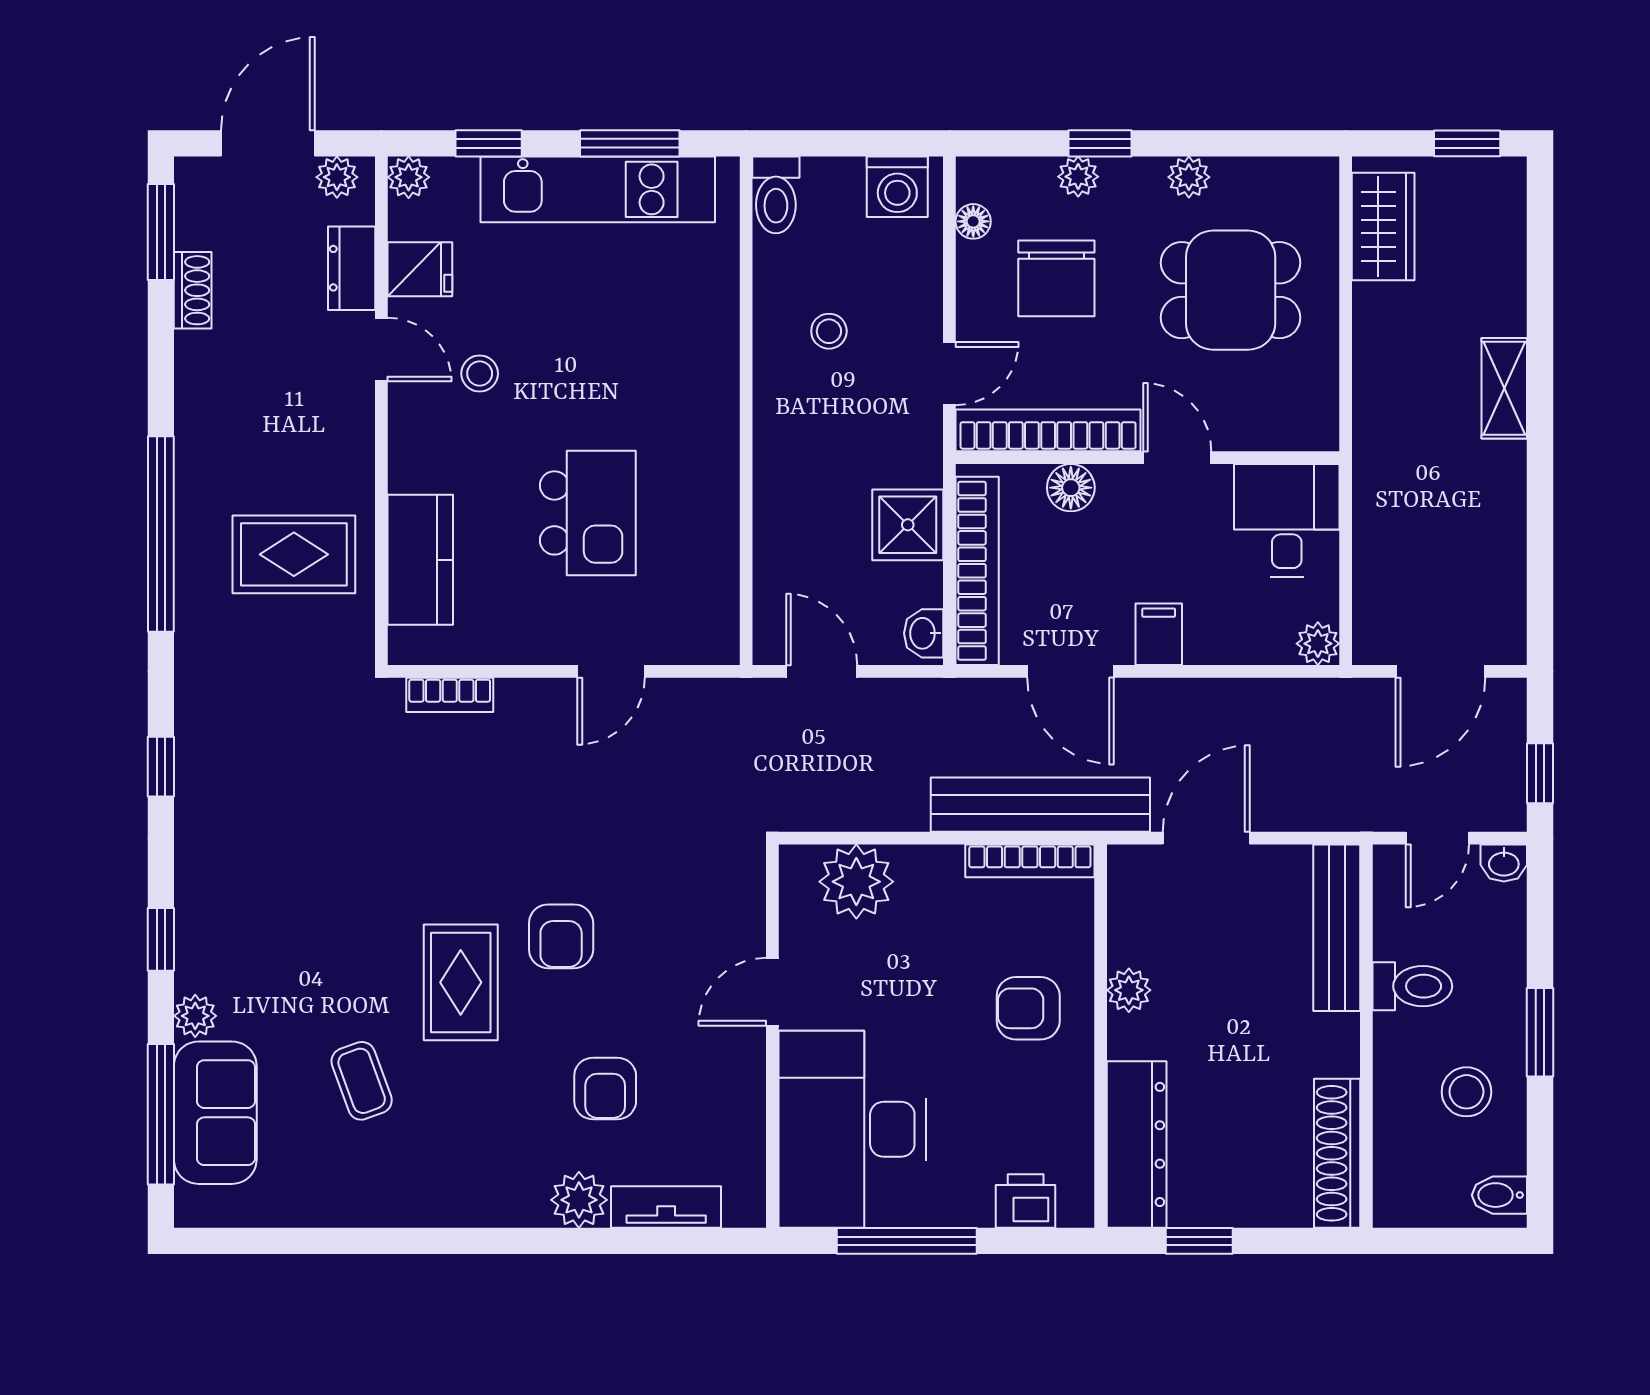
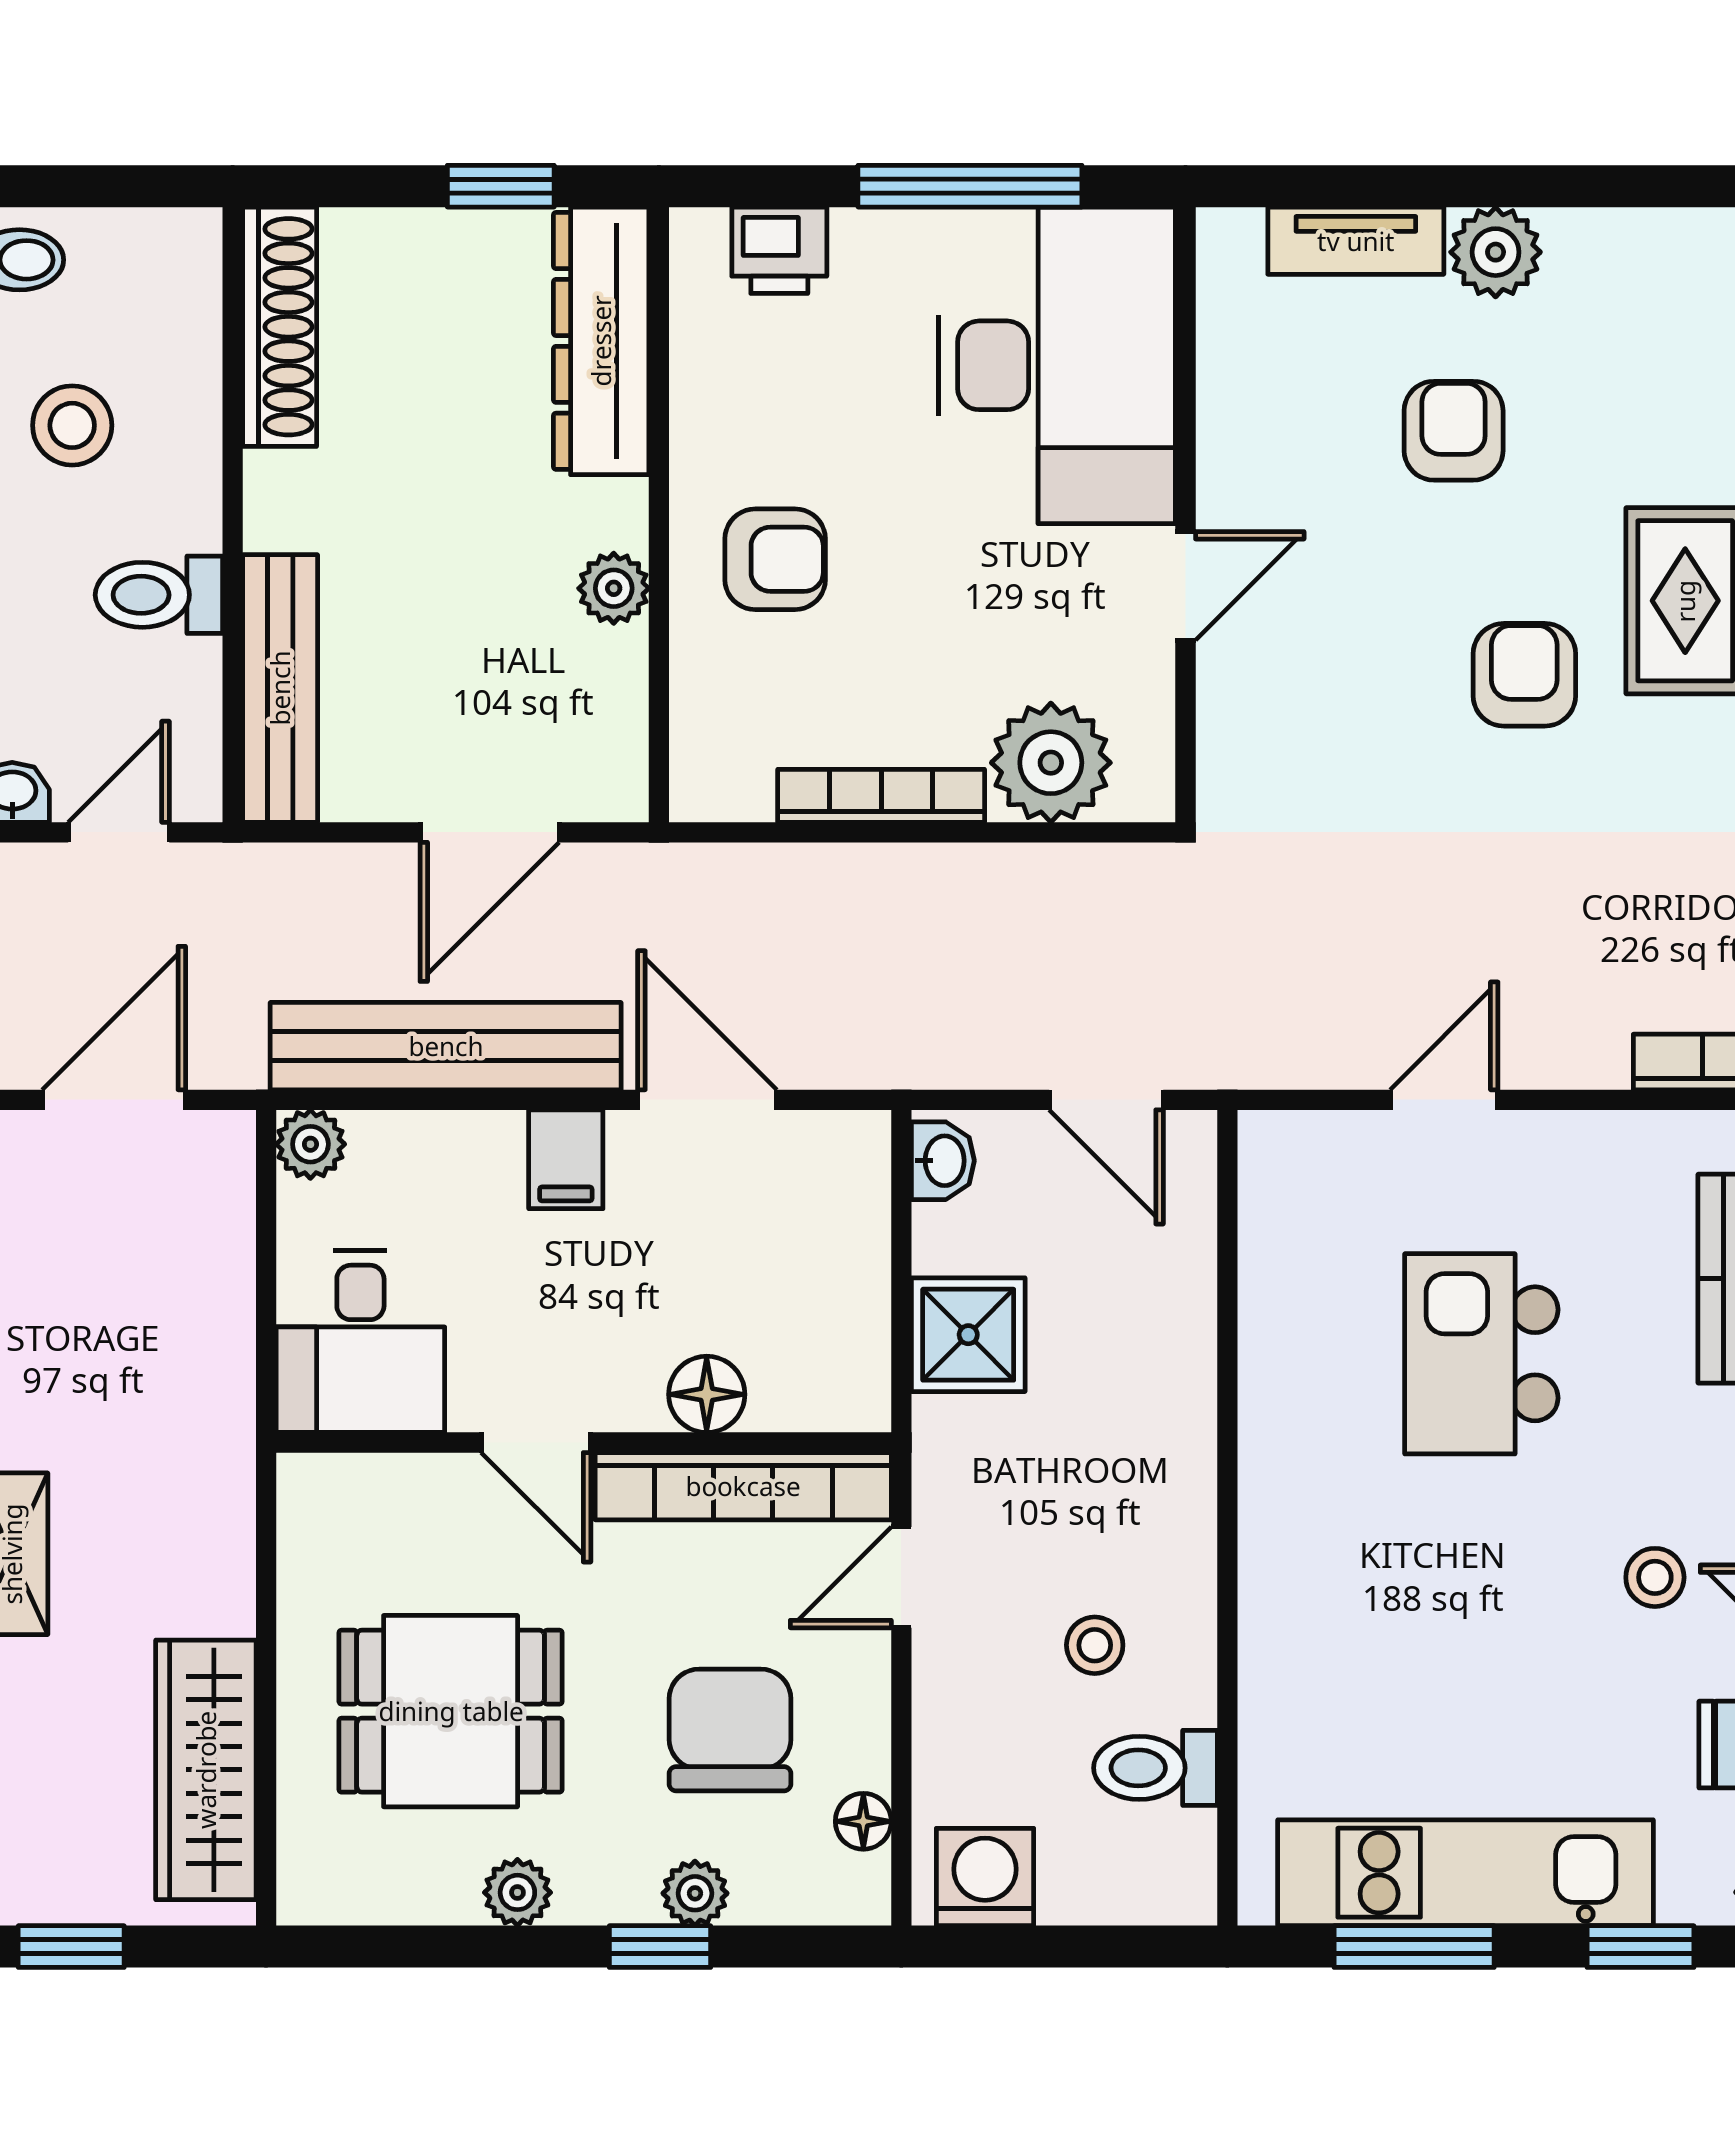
toilet: (776, 195) -> (1155, 1768), moved, turned -90
wardrobe: (1383, 226) -> (206, 1770), width x1.50
bookcase: (977, 571) -> (857, 1261), removed
bench: (1040, 805) -> (446, 1046), moved
bookcase: (1030, 861) -> (881, 796), moved

